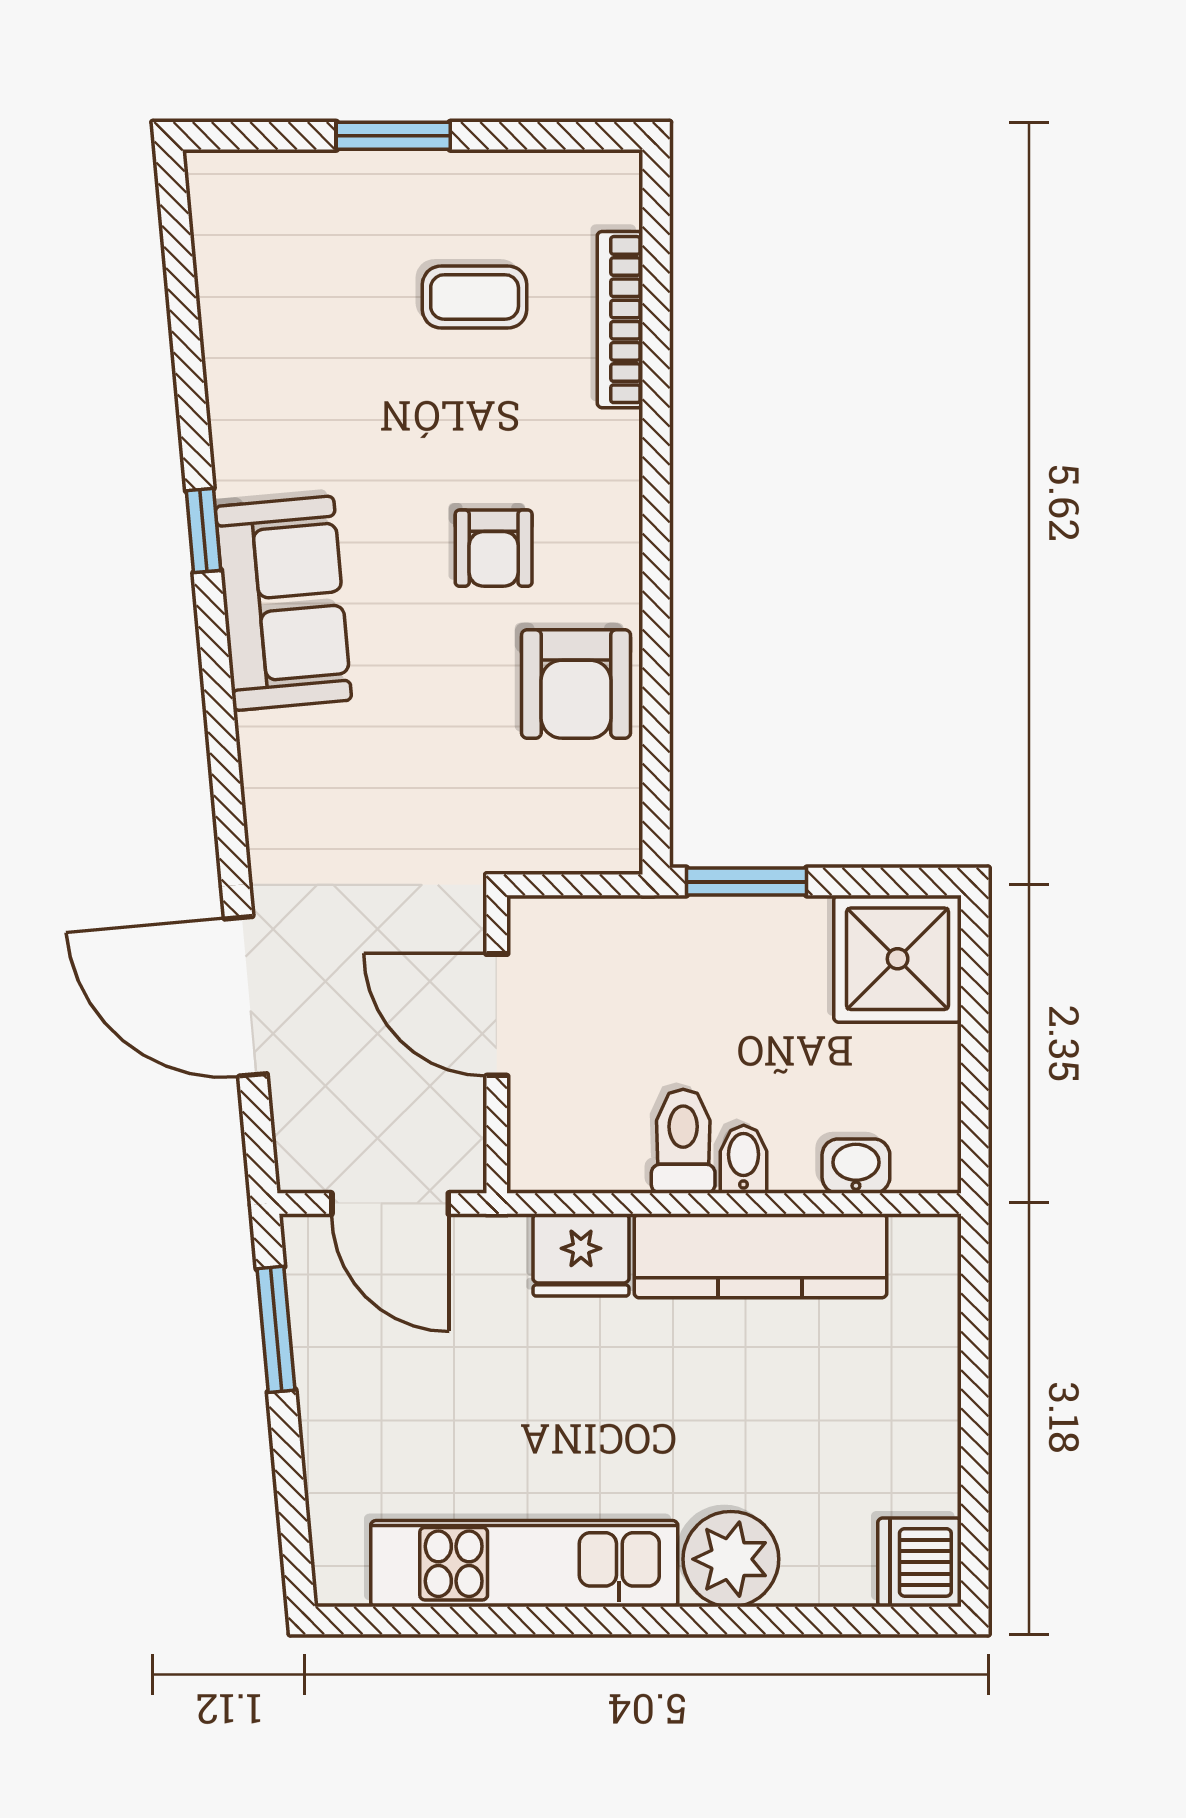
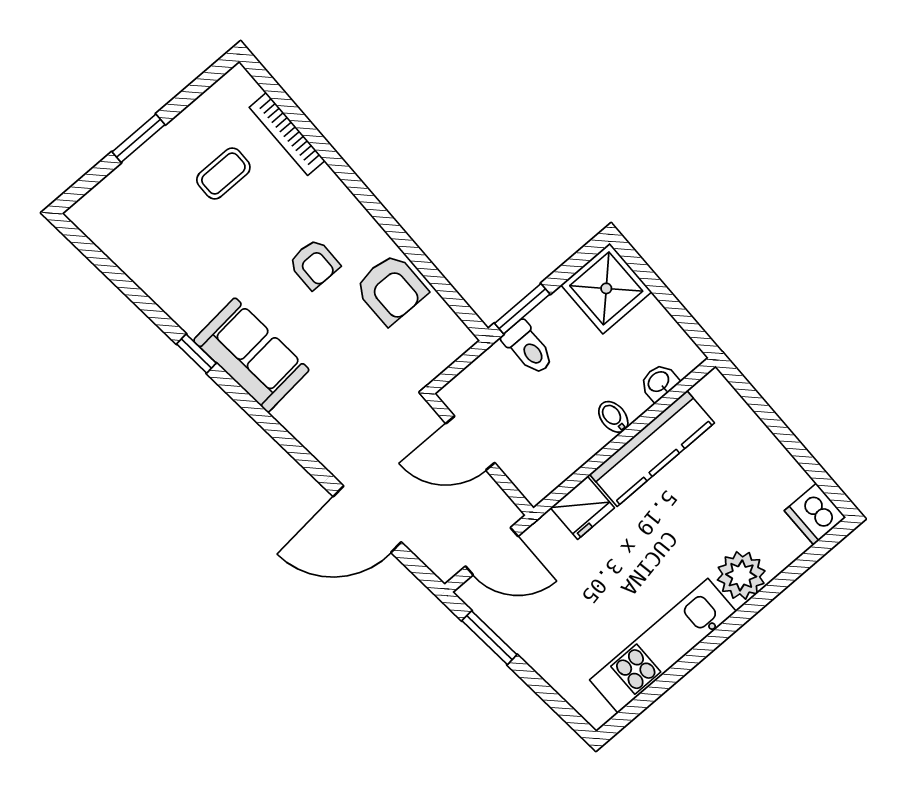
toilet: (683, 1141) -> (528, 348), moved, turned 180

